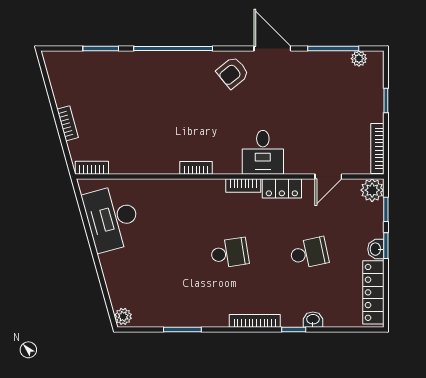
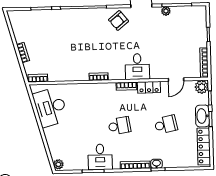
plant: (359, 59) -> (166, 11), moved
washbasin: (376, 249) -> (202, 116), width x1.91, depth x1.45
desk: (195, 306) -> (100, 157), added
washbasin: (313, 320) -> (157, 164), moved

